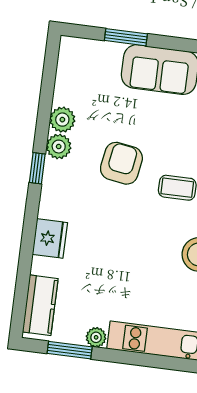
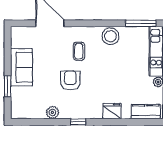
plant: (59, 147) -> (66, 113), removed
armchair: (121, 163) -> (70, 80), turned 81

